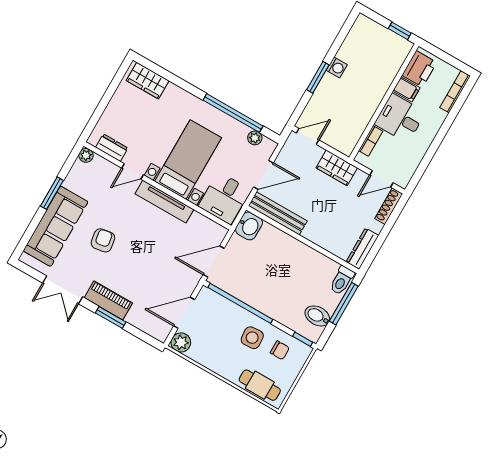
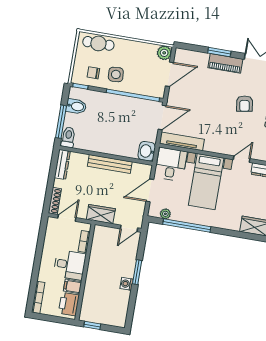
tv unit: (164, 202) -> (182, 141), moved
bench: (278, 213) -> (110, 164), moved

